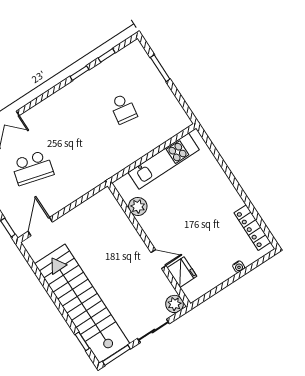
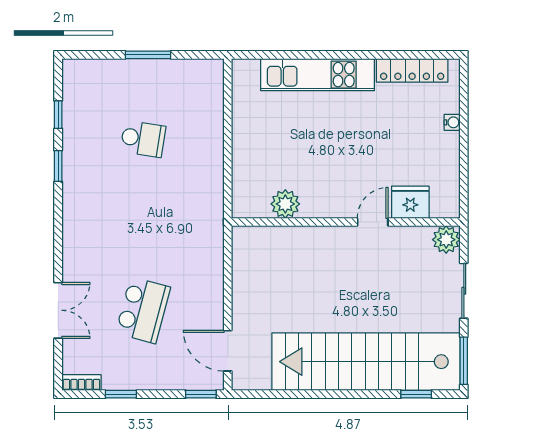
window: (160, 68) -> (148, 55), moved
kitchen unit: (164, 161) -> (318, 75), moved, turned 90

